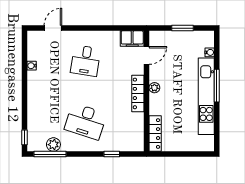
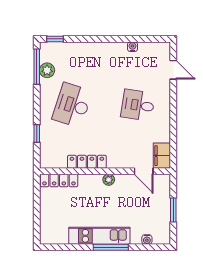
locker: (138, 93) -> (87, 162), moved
kitchen unit: (206, 96) -> (99, 236), width x0.73

